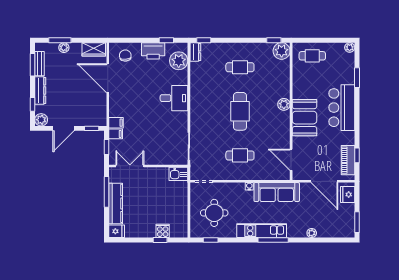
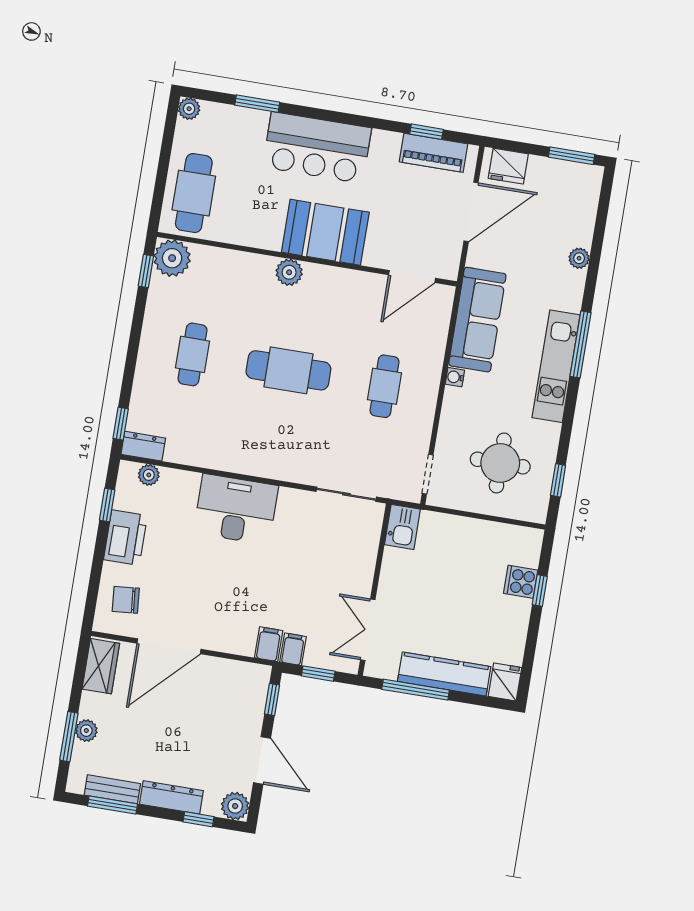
cafe table: (312, 56) -> (194, 193), width x1.37, depth x1.35
plant: (179, 61) -> (149, 475), width x0.53, depth x0.53
desk: (174, 98) -> (236, 509), width x1.37

